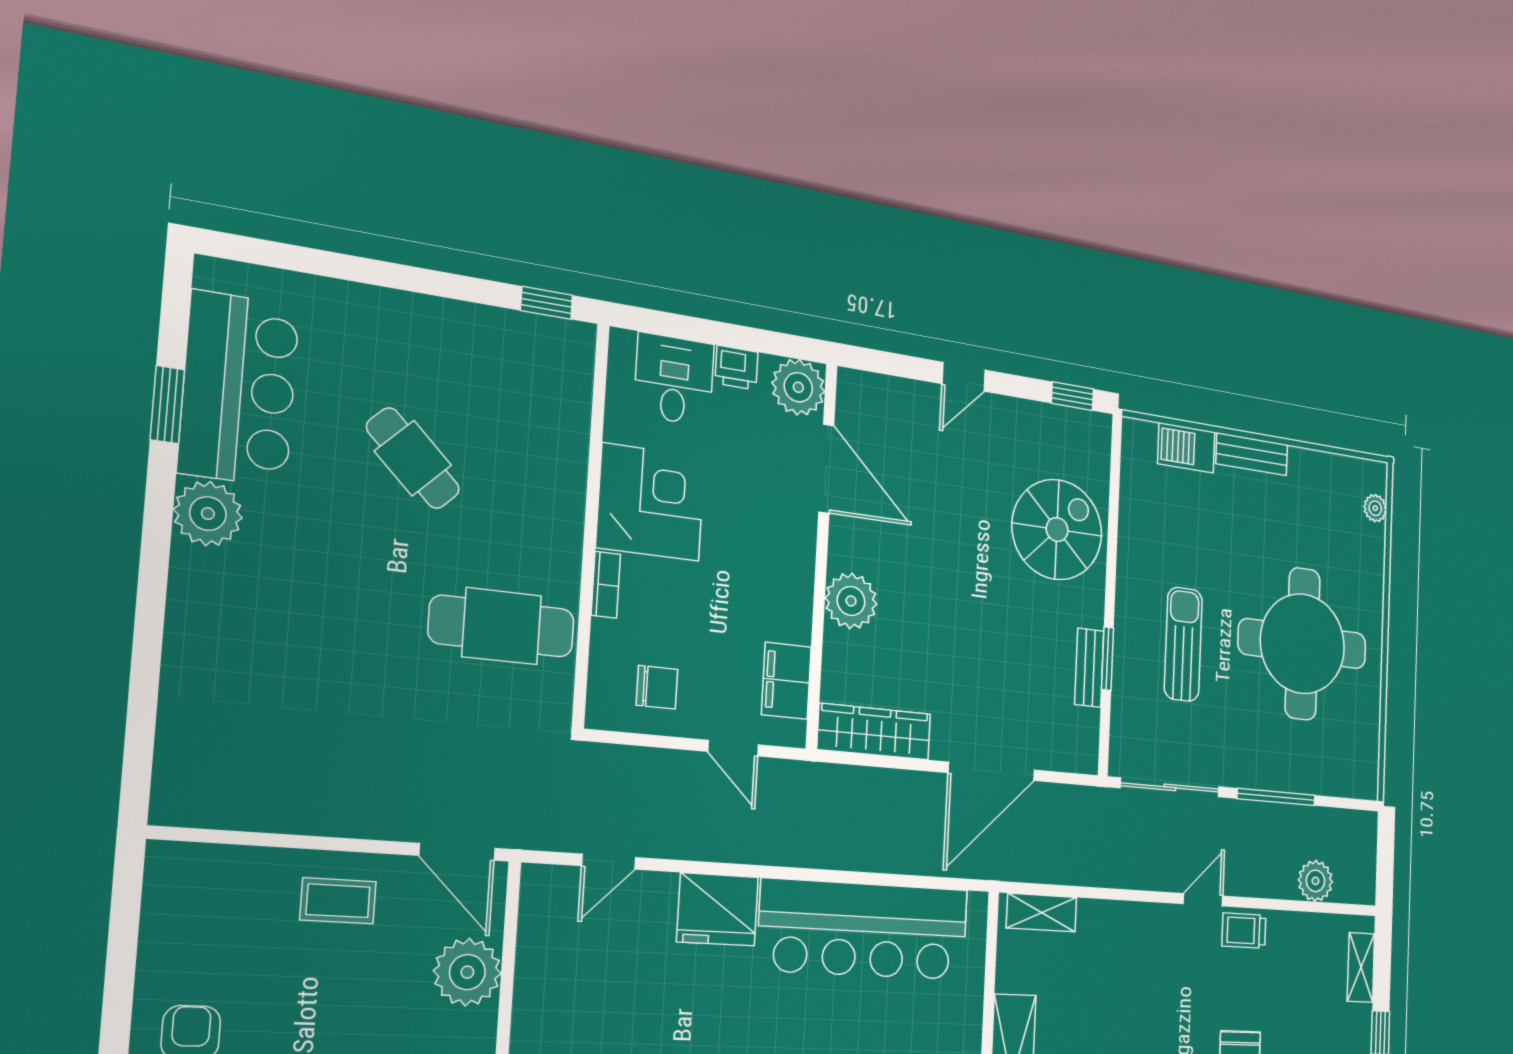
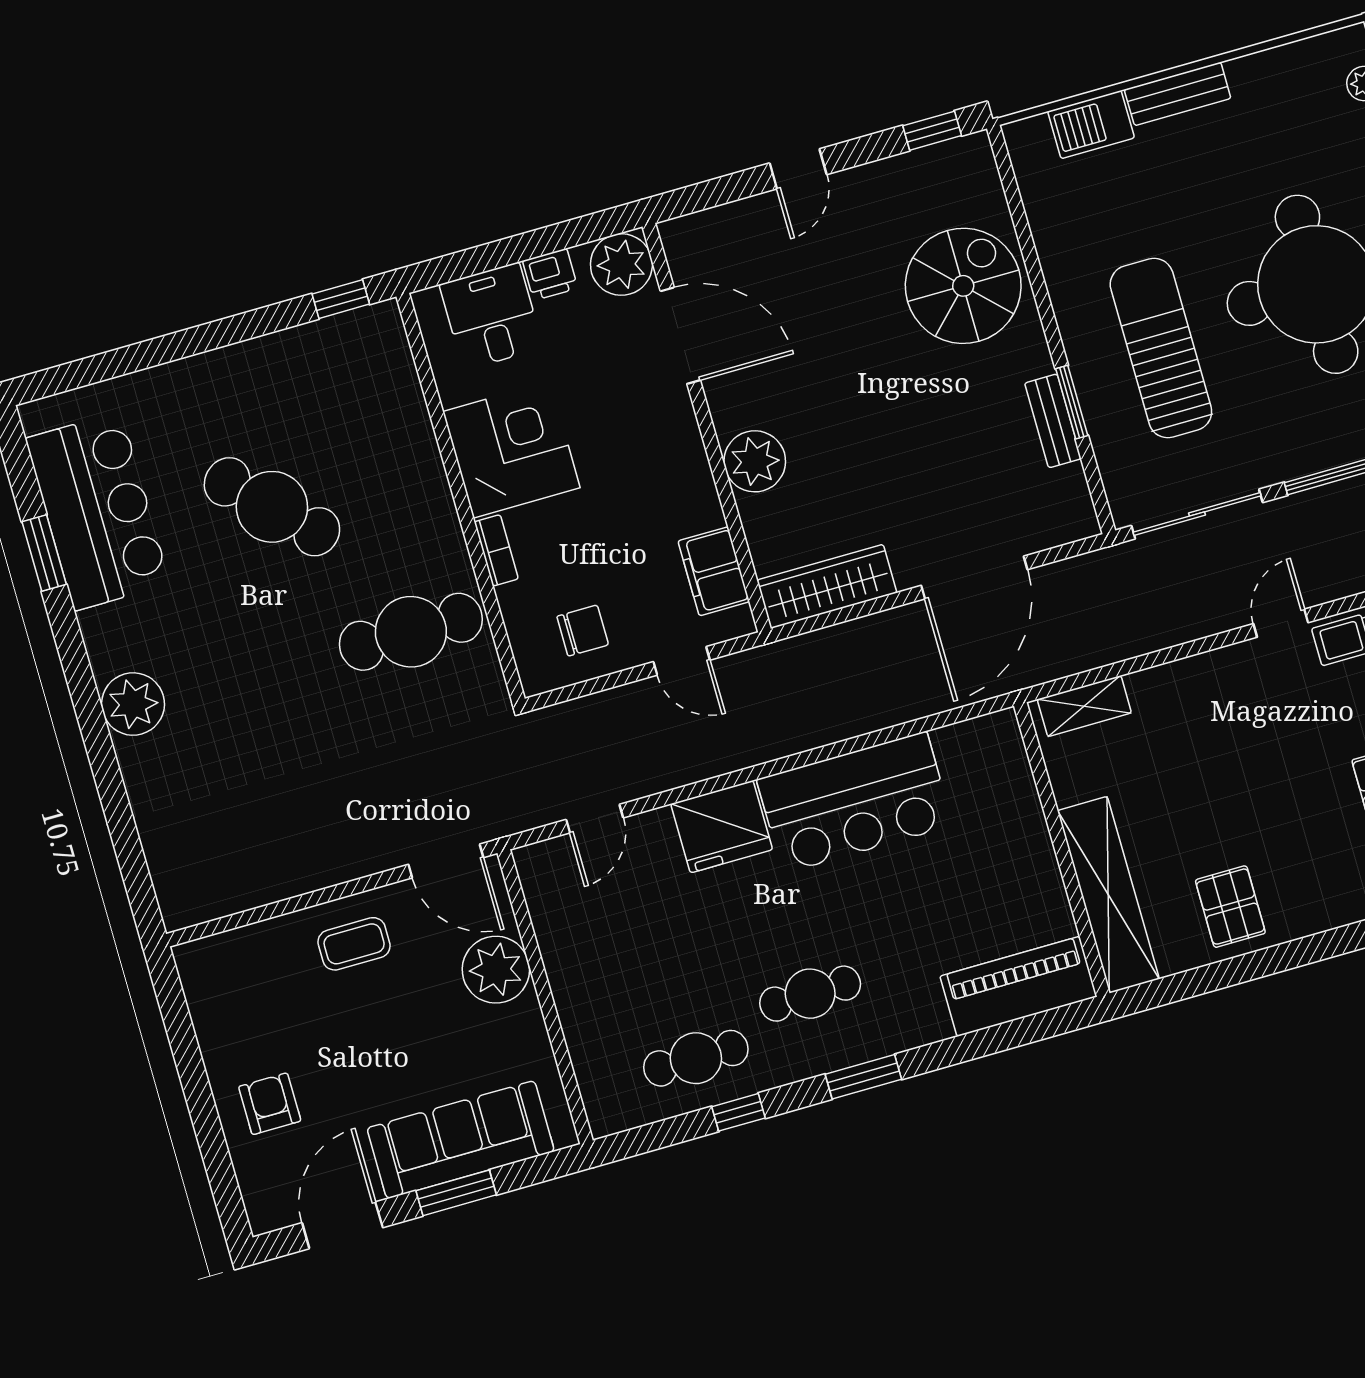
cafe table: (413, 458) -> (272, 507), width x1.37, depth x1.35
plant: (208, 514) -> (133, 704), moved
sun lounger: (1183, 644) -> (1161, 348), width x1.36, depth x1.34
bar counter: (864, 930) -> (855, 802), width x0.73

